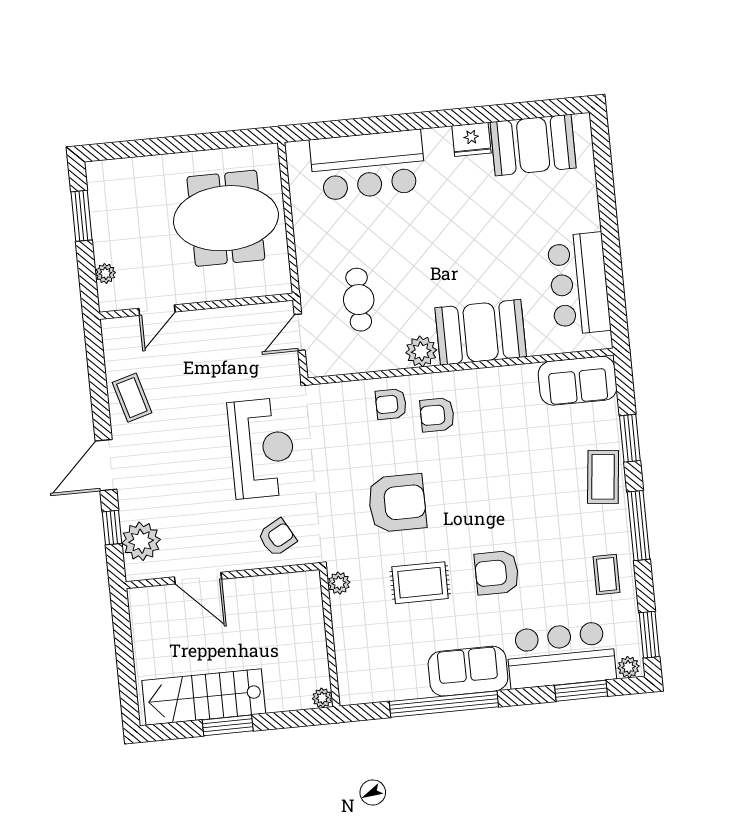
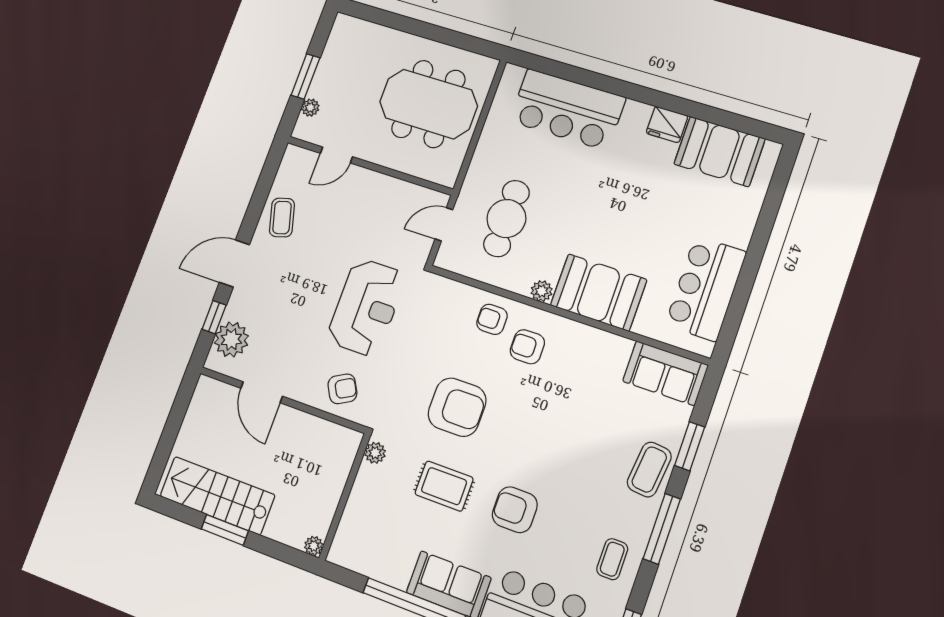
window: (82, 216) -> (305, 76), moved
cafe table: (359, 300) -> (506, 219), width x1.37, depth x1.35
plant: (421, 351) -> (542, 291), width x0.73, depth x0.73

